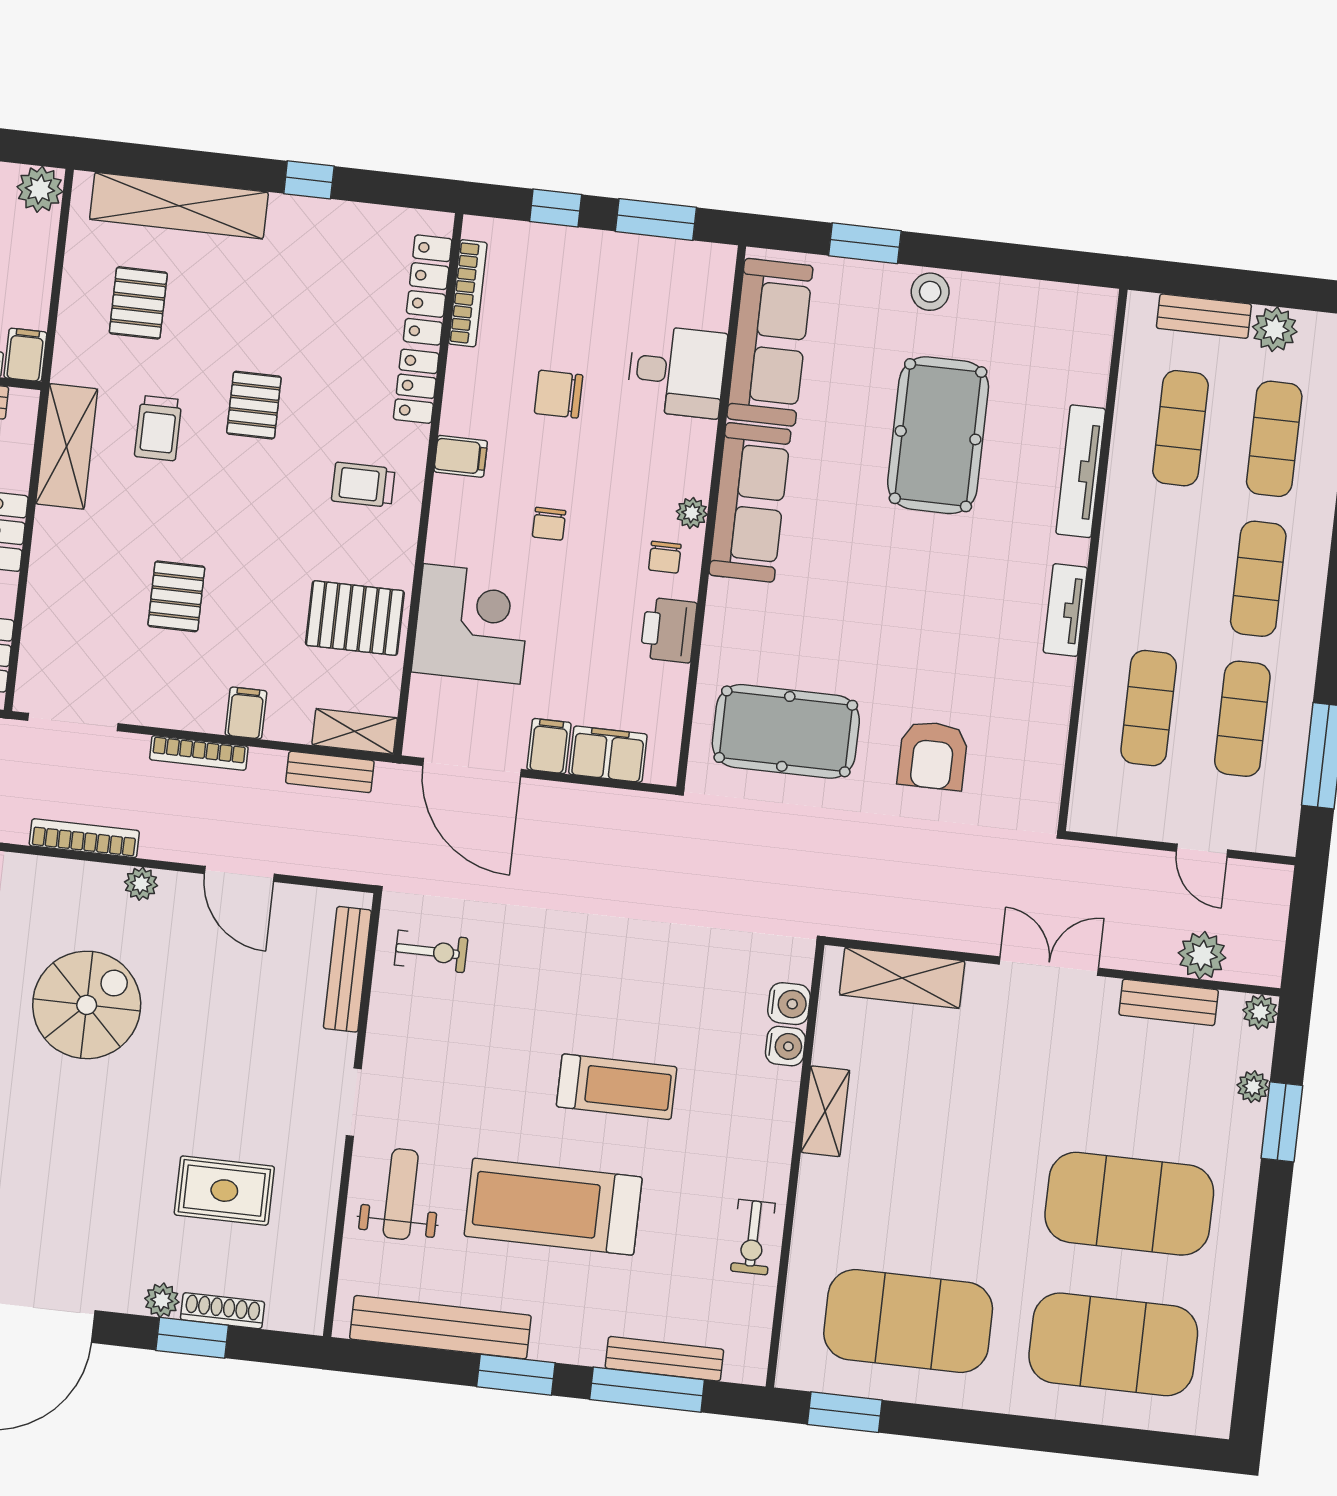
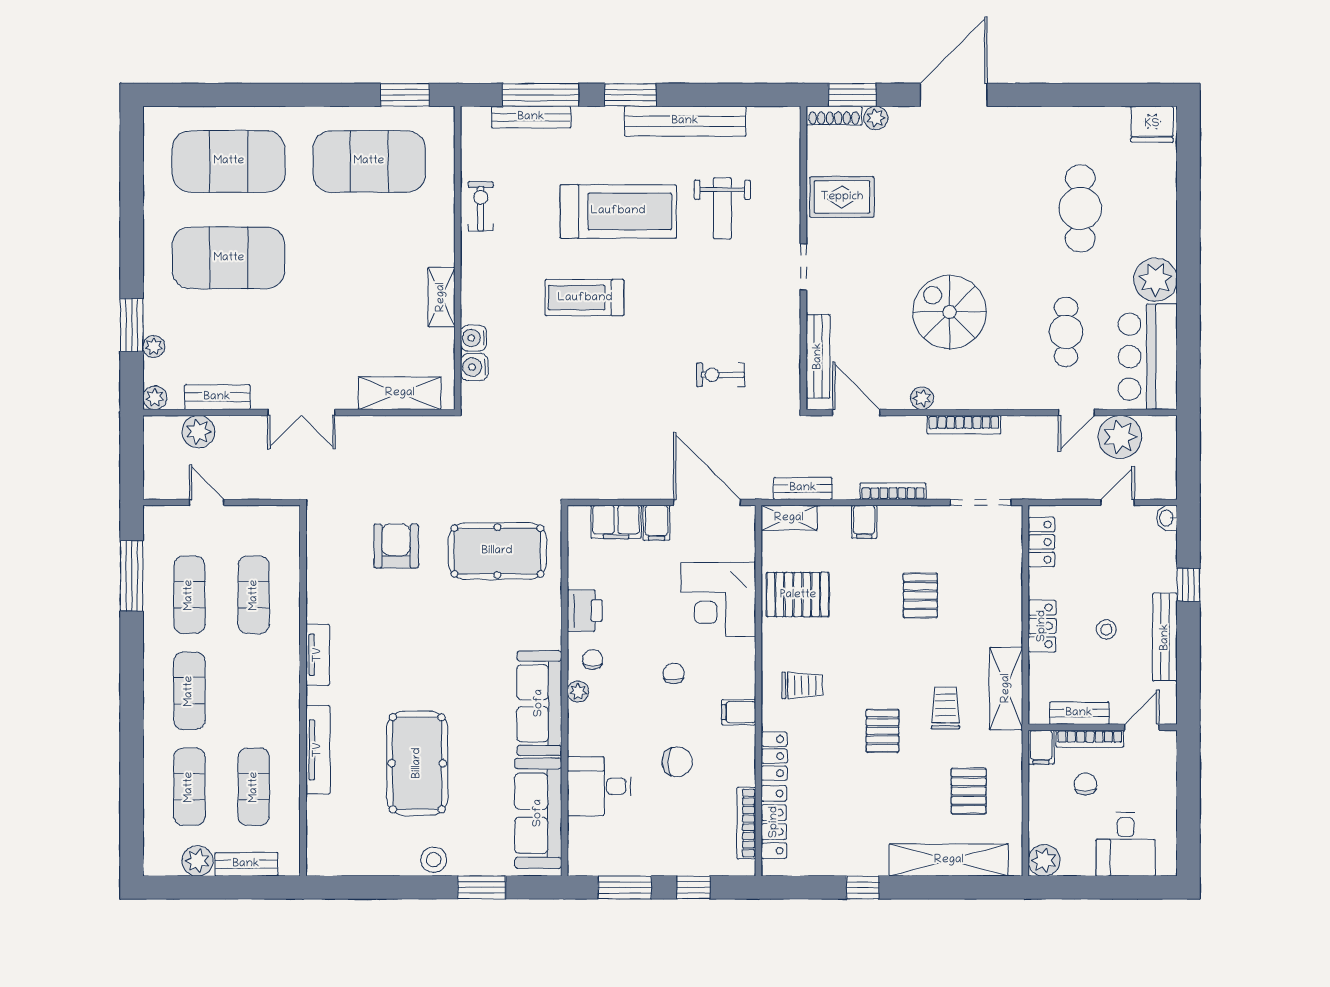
bench: (347, 969) -> (818, 356), moved
spiral stairs: (87, 1005) -> (949, 312), turned 90
doorway: (354, 1102) -> (803, 267), moved
wall: (352, 1115) -> (803, 258), moved

